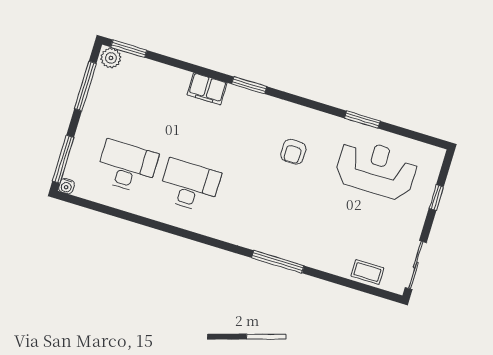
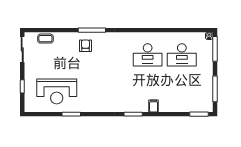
plant: (111, 58) -> (206, 107), removed
filing cabinet: (207, 89) -> (154, 106), width x0.50
armchair: (293, 152) -> (85, 46), moved

